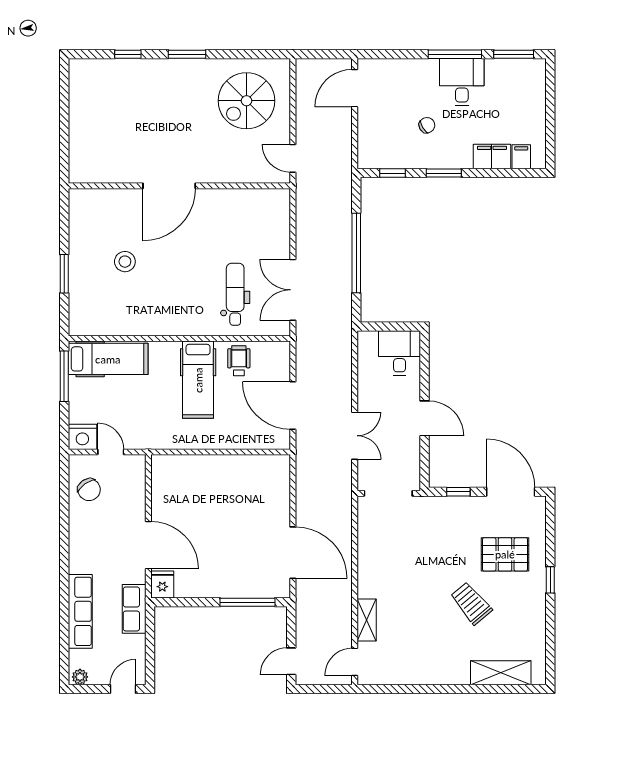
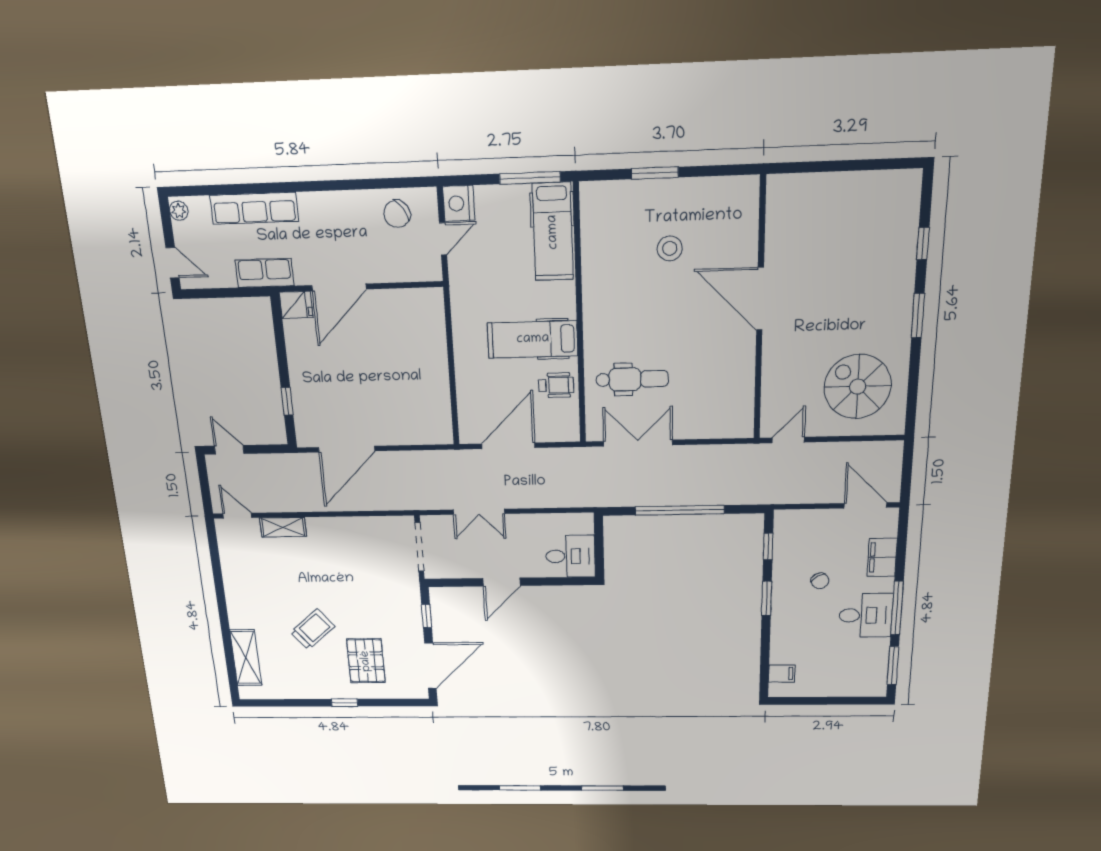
filing cabinet: (492, 157) -> (882, 557), moved, turned 180
window: (247, 602) -> (287, 401), width x0.46

